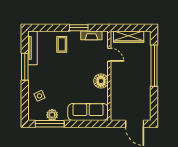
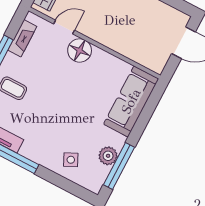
floor lamp: (101, 81) -> (80, 50), moved

